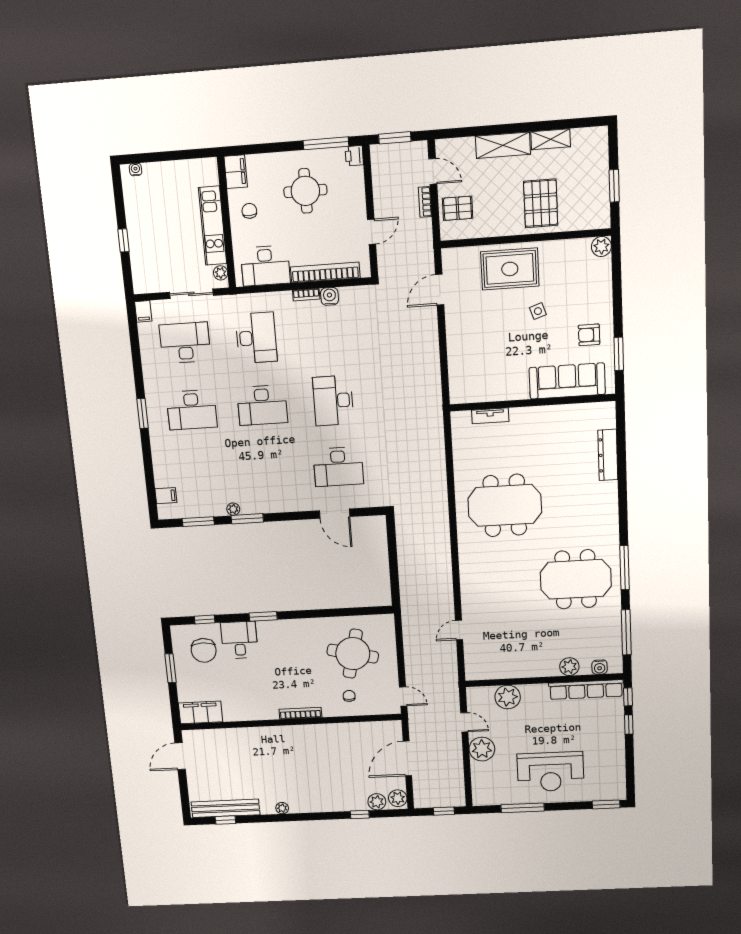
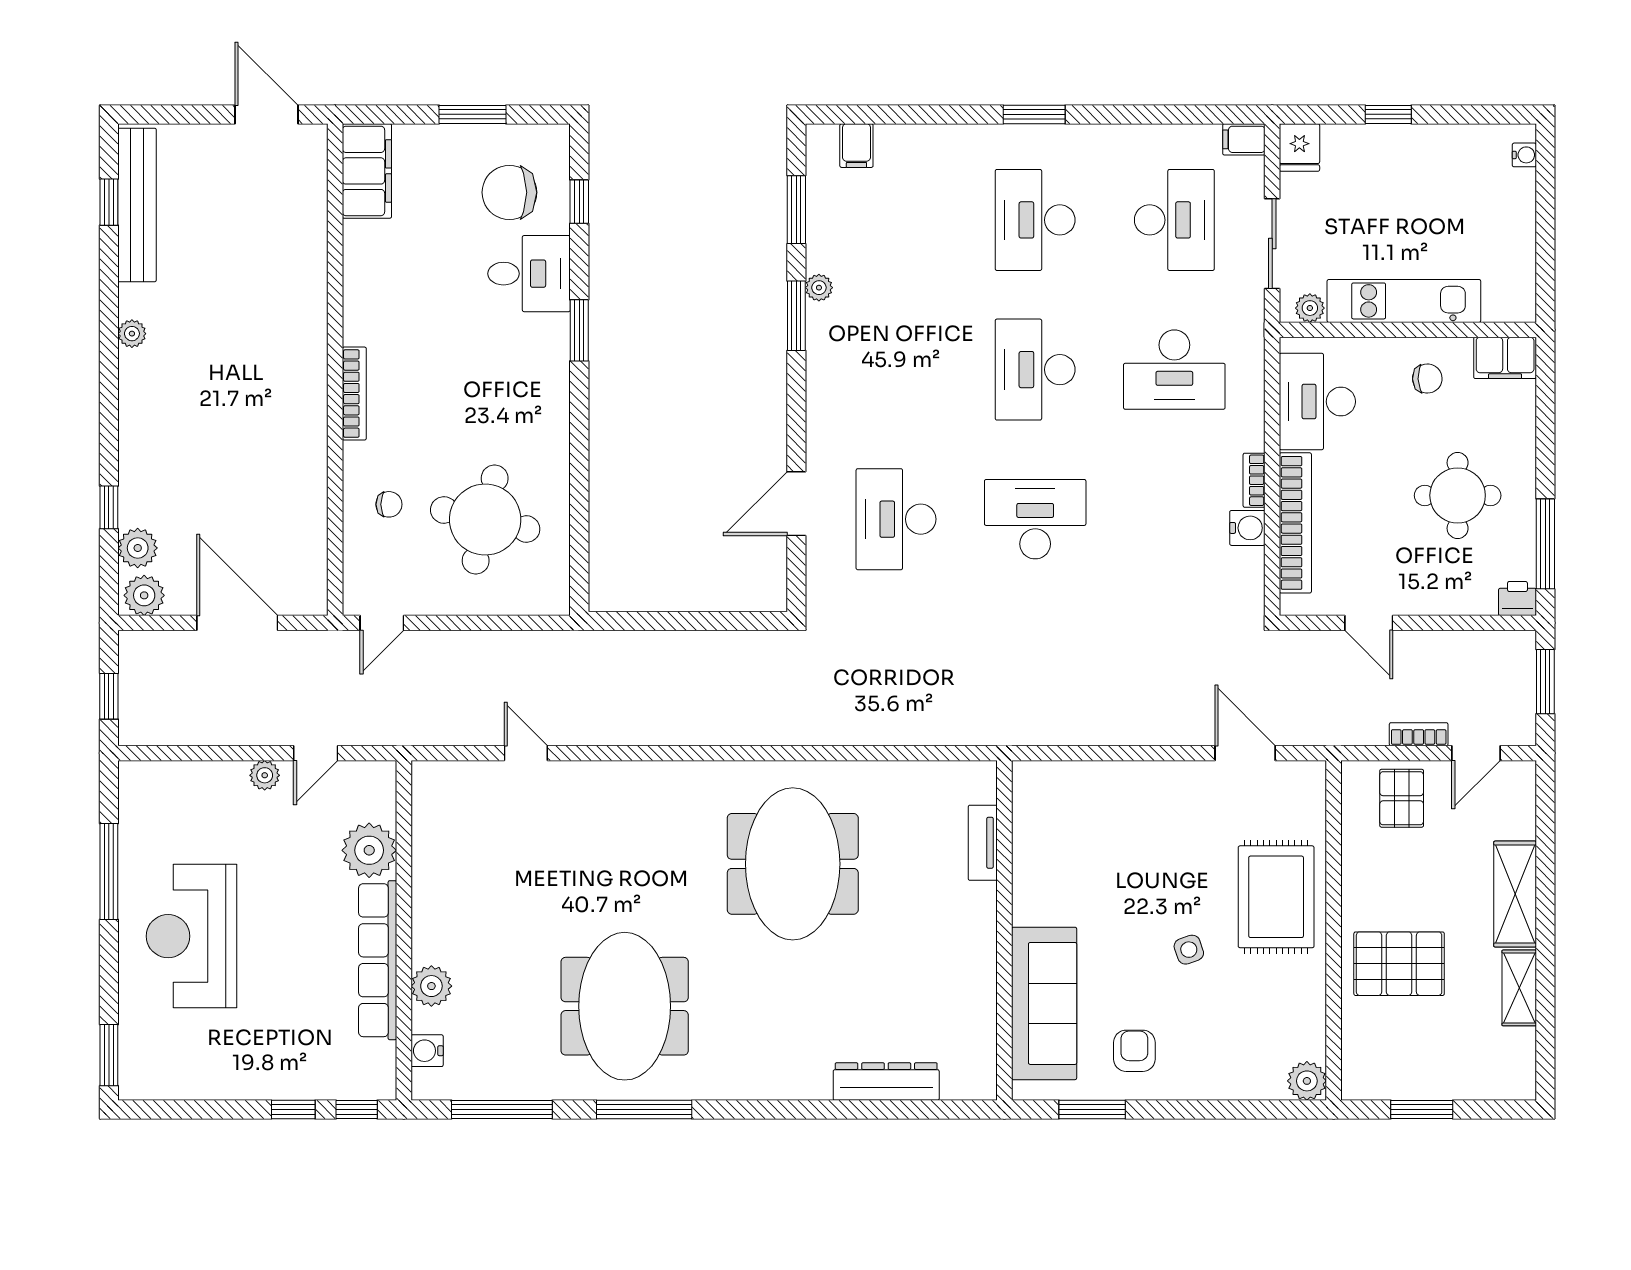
fridge: (144, 284) -> (1299, 147), added
row of seats: (586, 690) -> (378, 960), moved
plant: (482, 749) -> (265, 775), width x0.53, depth x0.53

